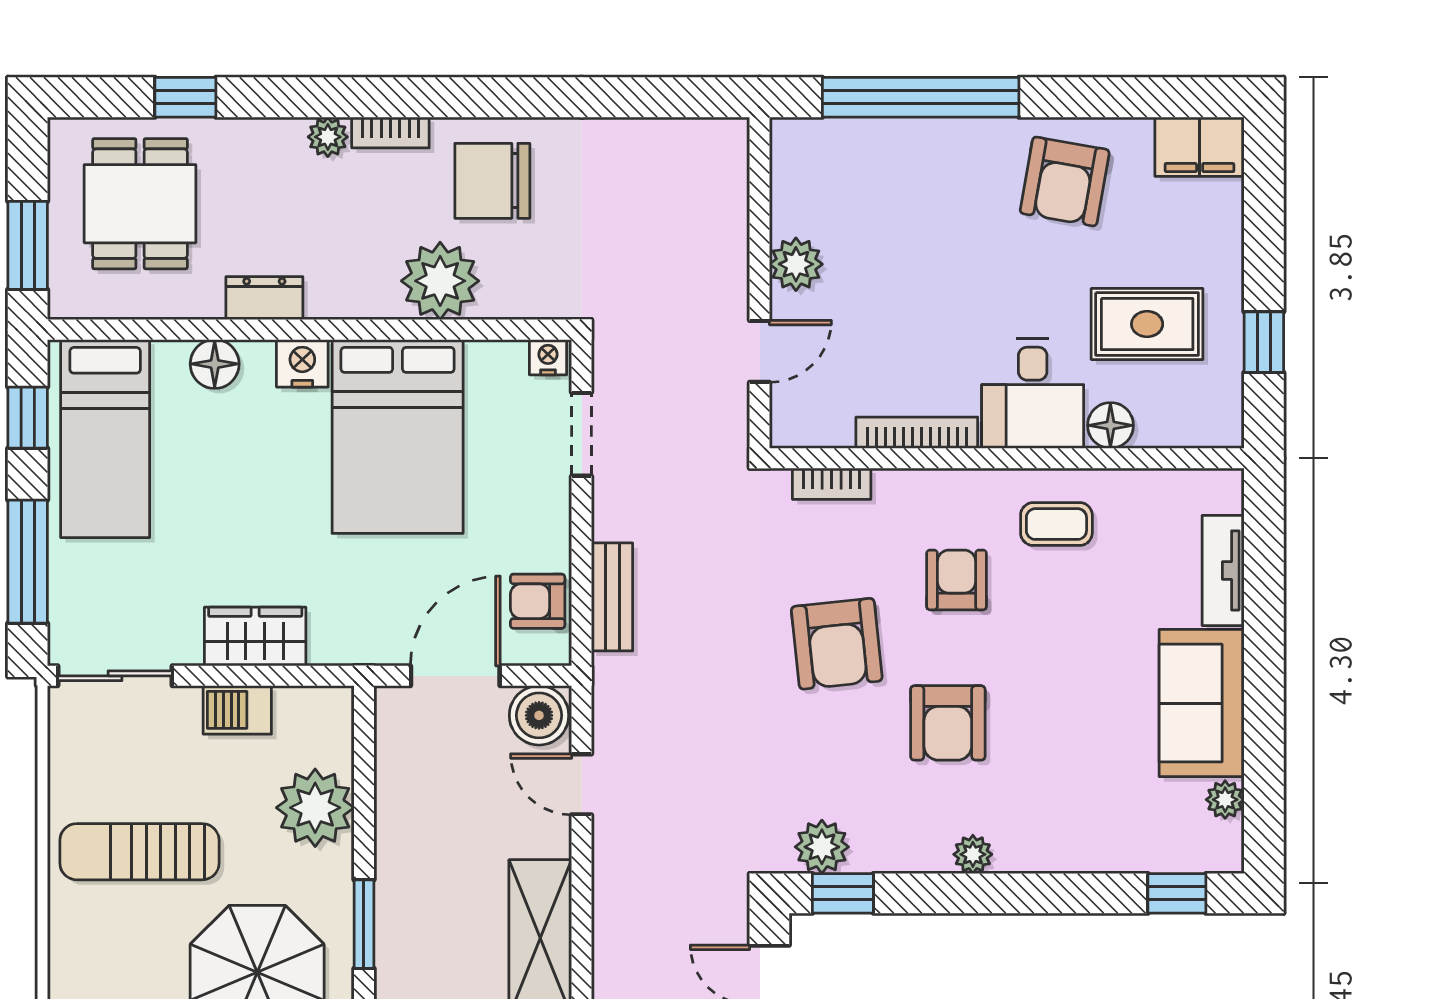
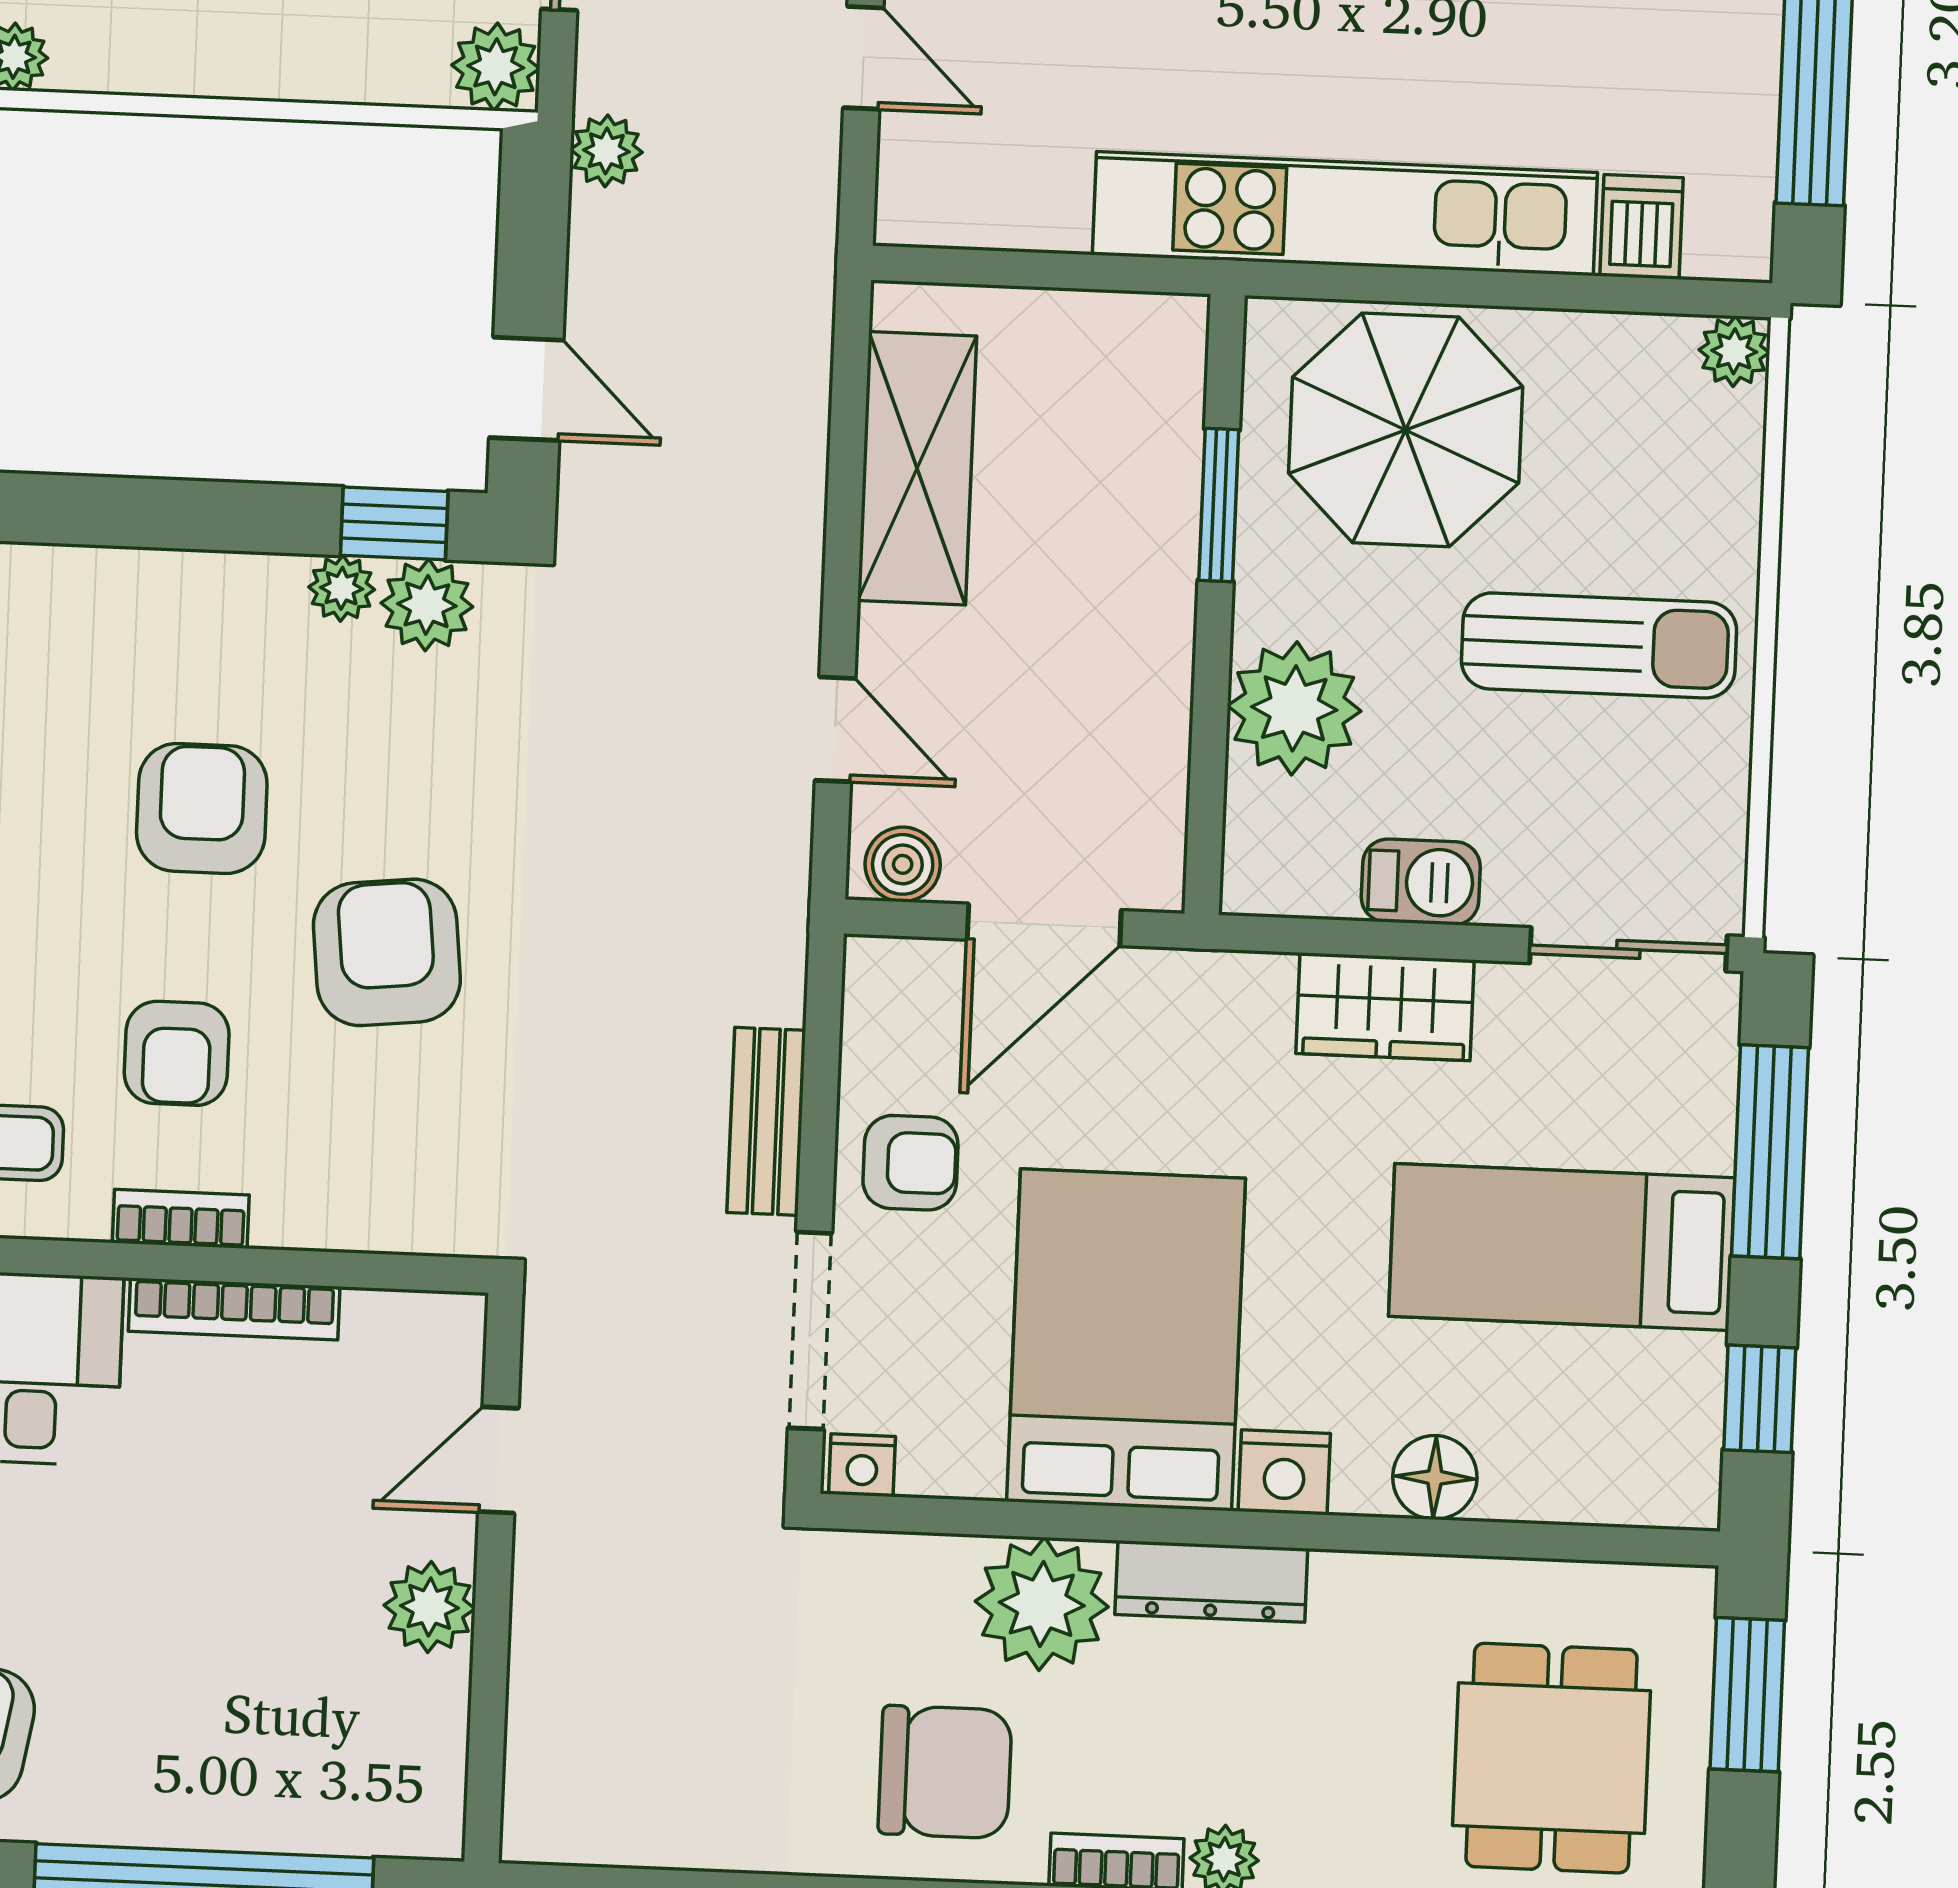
dresser: (264, 298) -> (1211, 1581), moved, width x1.44
doorway: (582, 434) -> (810, 1331), width x1.38
bed: (105, 439) -> (1562, 1247), moved, turned -90
bookcase: (832, 484) -> (181, 1219), moved
bench: (612, 597) -> (766, 1121), moved
armchair: (538, 601) -> (910, 1163), moved
boiler: (539, 715) -> (903, 864), width x0.73, depth x0.73
plant: (973, 854) -> (342, 588), moved

